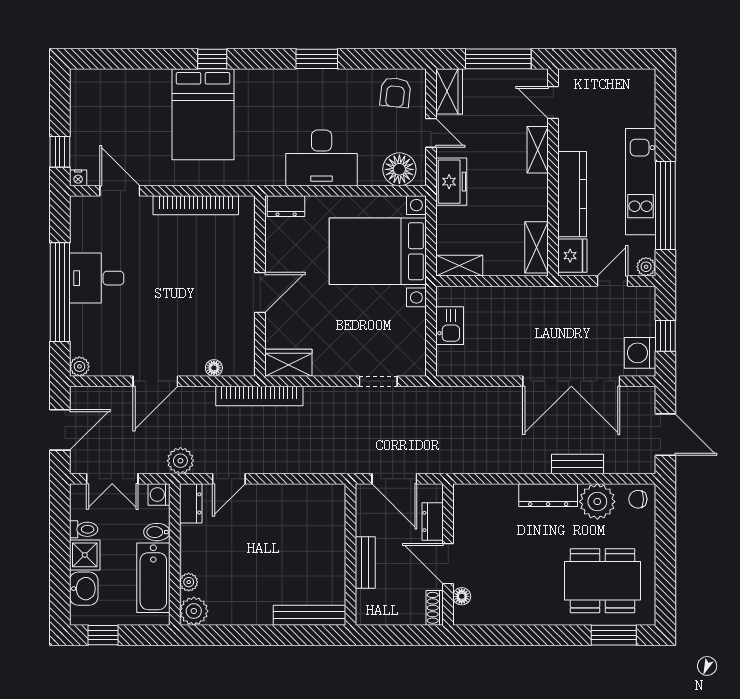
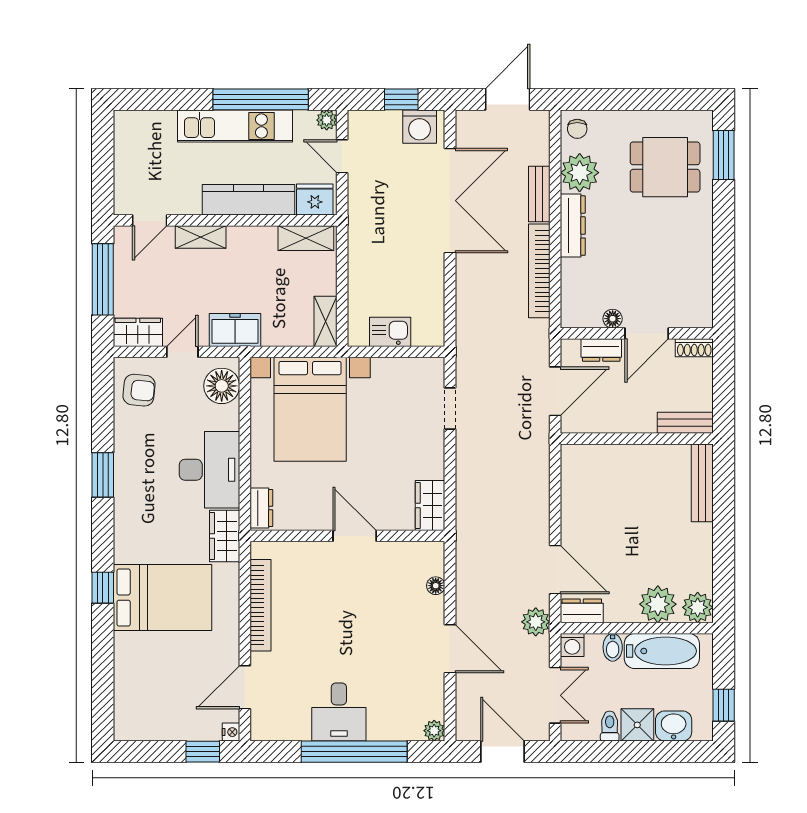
wardrobe: (260, 172) -> (225, 536), added
bookcase: (259, 396) -> (539, 271), moved, turned 180
door: (229, 479) -> (555, 570), width x1.38
bench: (365, 562) -> (685, 423), moved
dining table: (602, 581) -> (665, 167), width x0.73
plant: (189, 582) -> (658, 604), width x1.88, depth x1.88
floor lamp: (462, 596) -> (613, 319), moved

